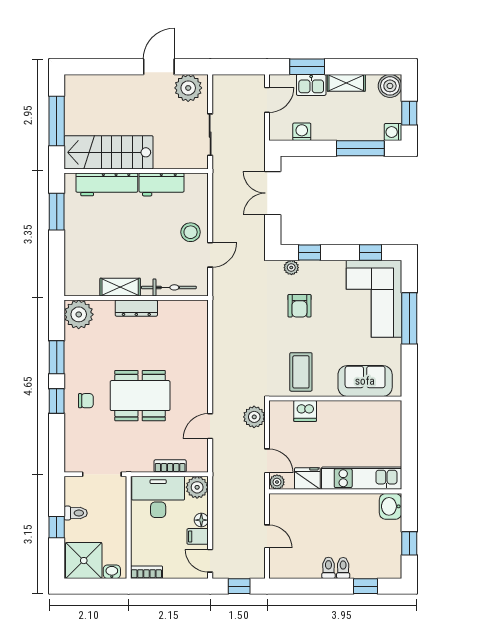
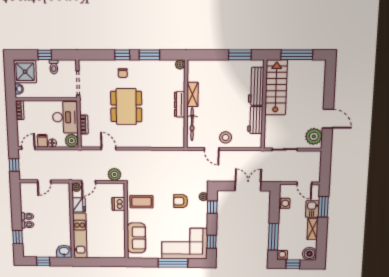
plant: (79, 314) -> (180, 64), width x0.53, depth x0.53

